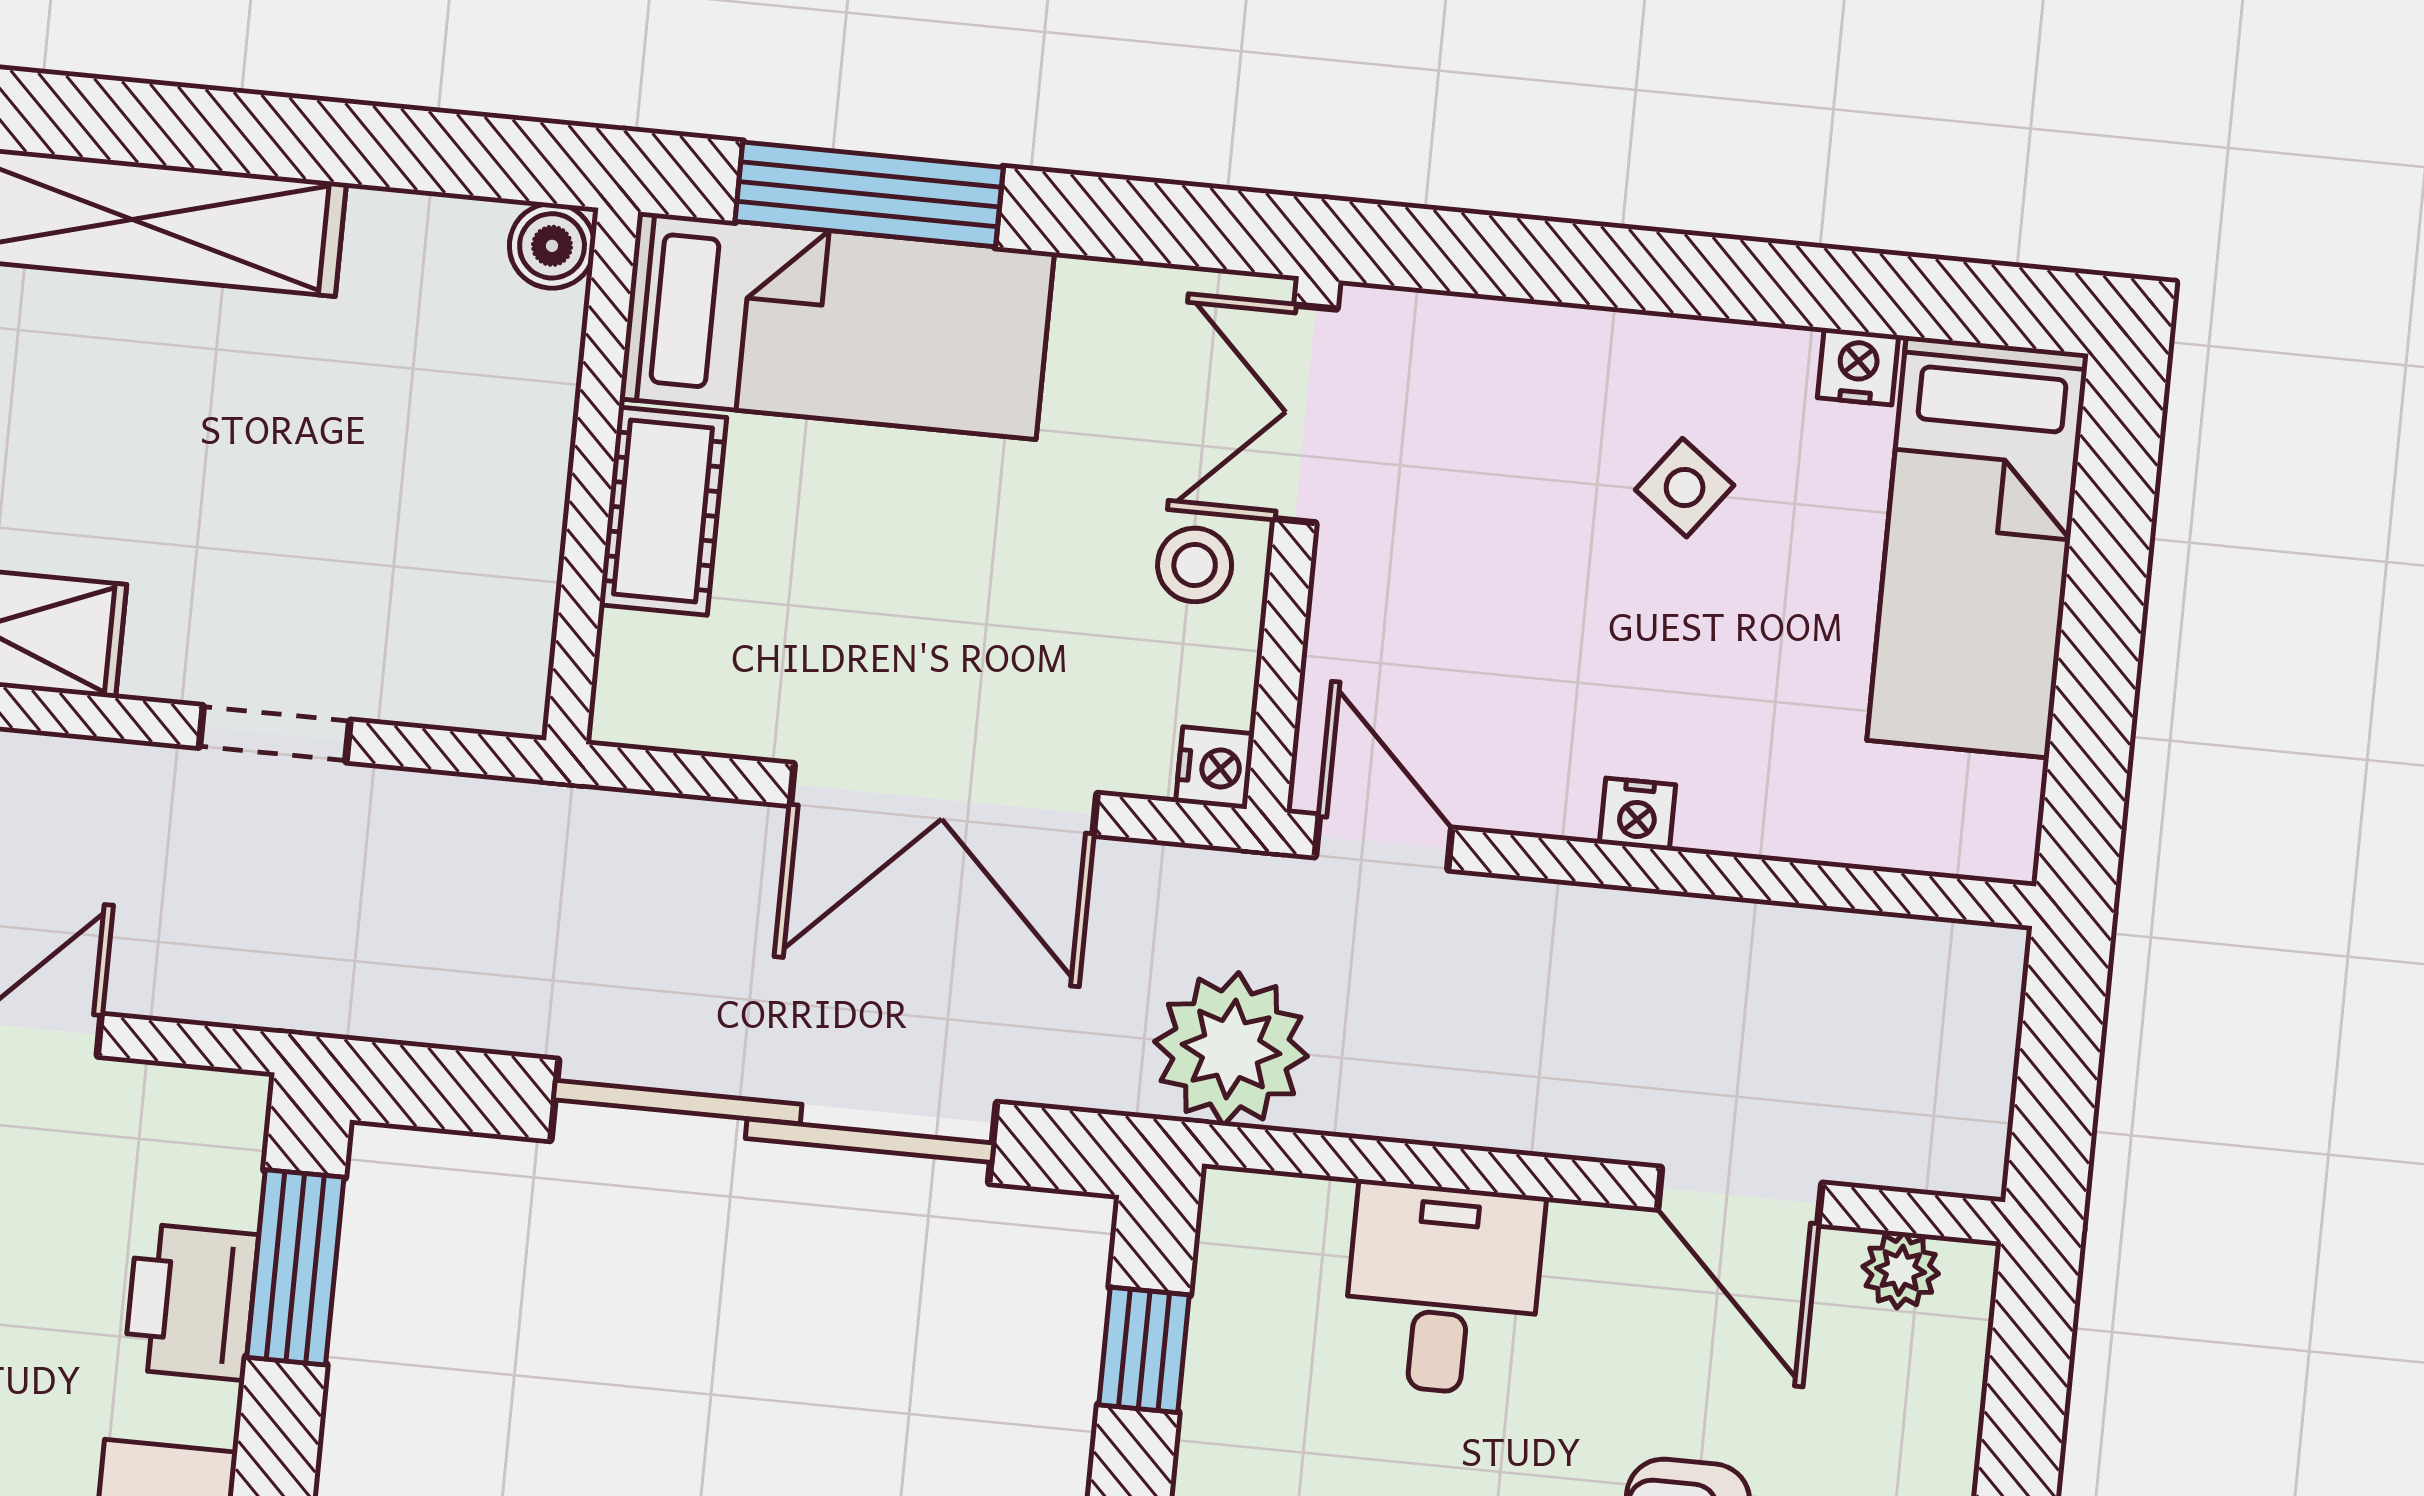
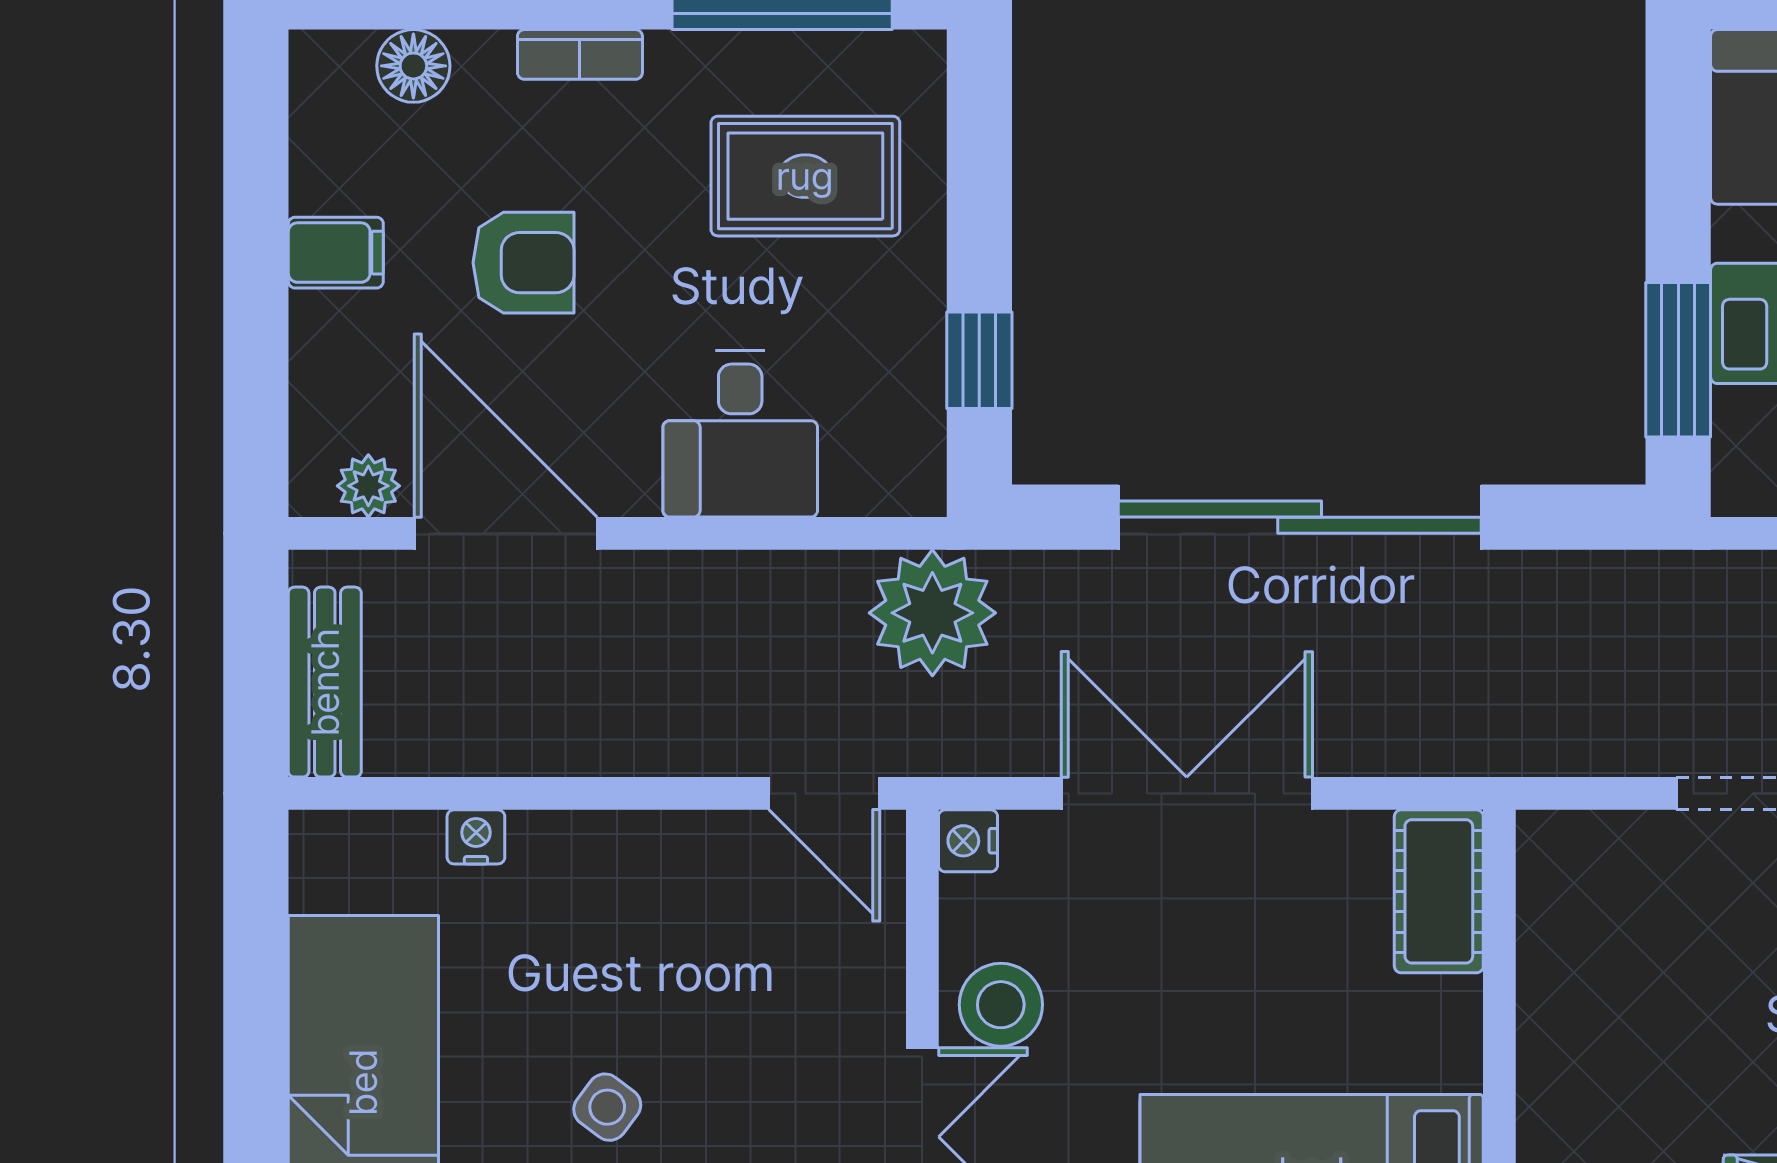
cot: (663, 511) -> (1439, 891), moved
stool: (1195, 565) -> (1001, 1005), width x1.37, depth x1.37
nightstand: (1637, 814) -> (476, 837), moved
bench: (1977, 1037) -> (325, 682), added
door: (1740, 1196) -> (506, 533), width x1.36

